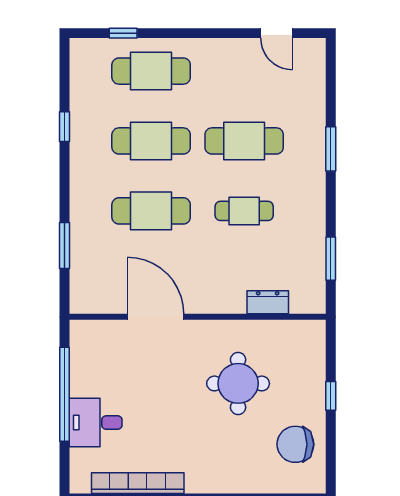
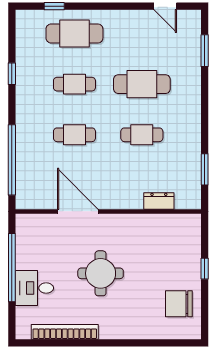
cafe table: (151, 141) -> (74, 84), width x0.73, depth x0.74
window: (331, 149) -> (205, 51), moved
cafe table: (151, 211) -> (74, 135), width x0.73, depth x0.74
window: (65, 246) -> (12, 160), width x2.11
round table: (238, 383) -> (101, 273), moved

